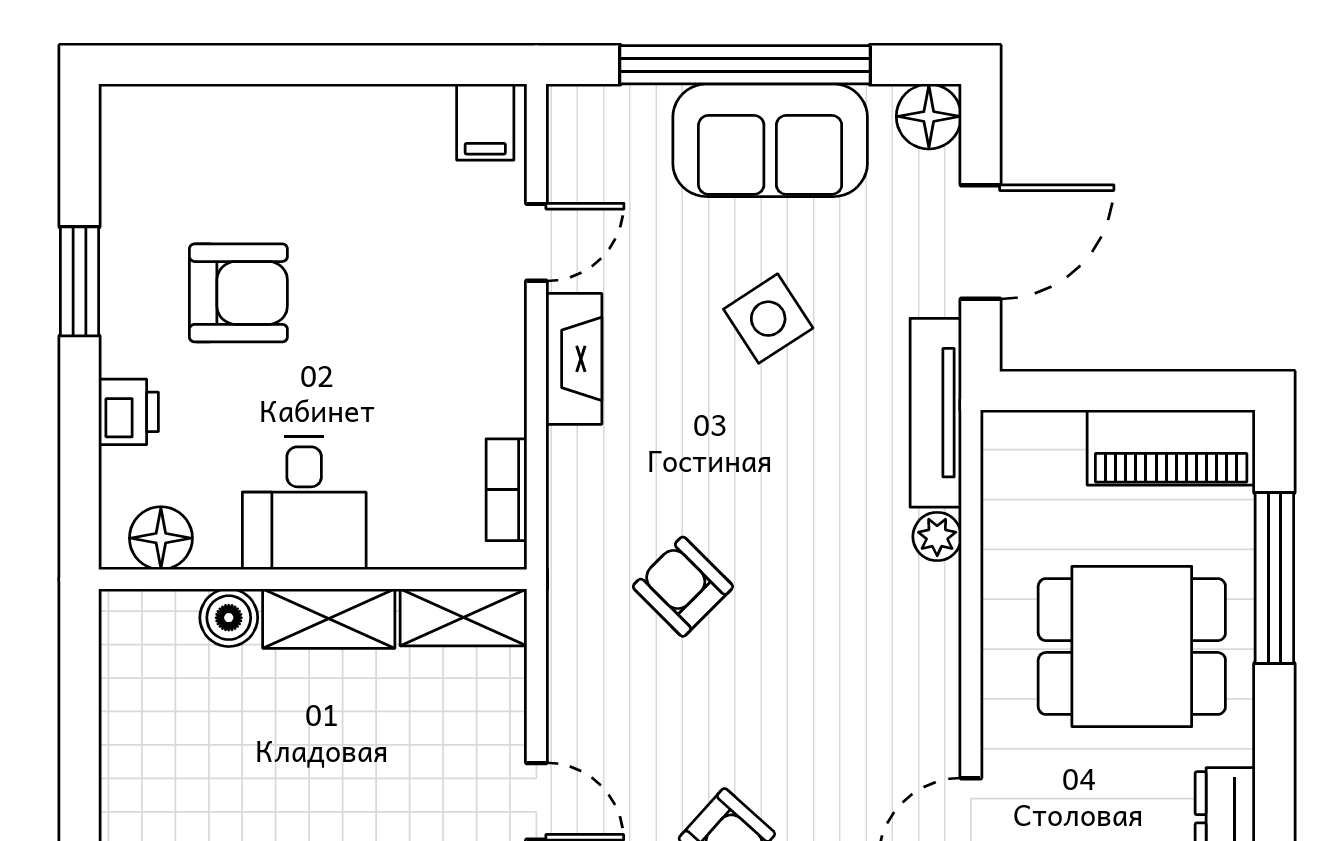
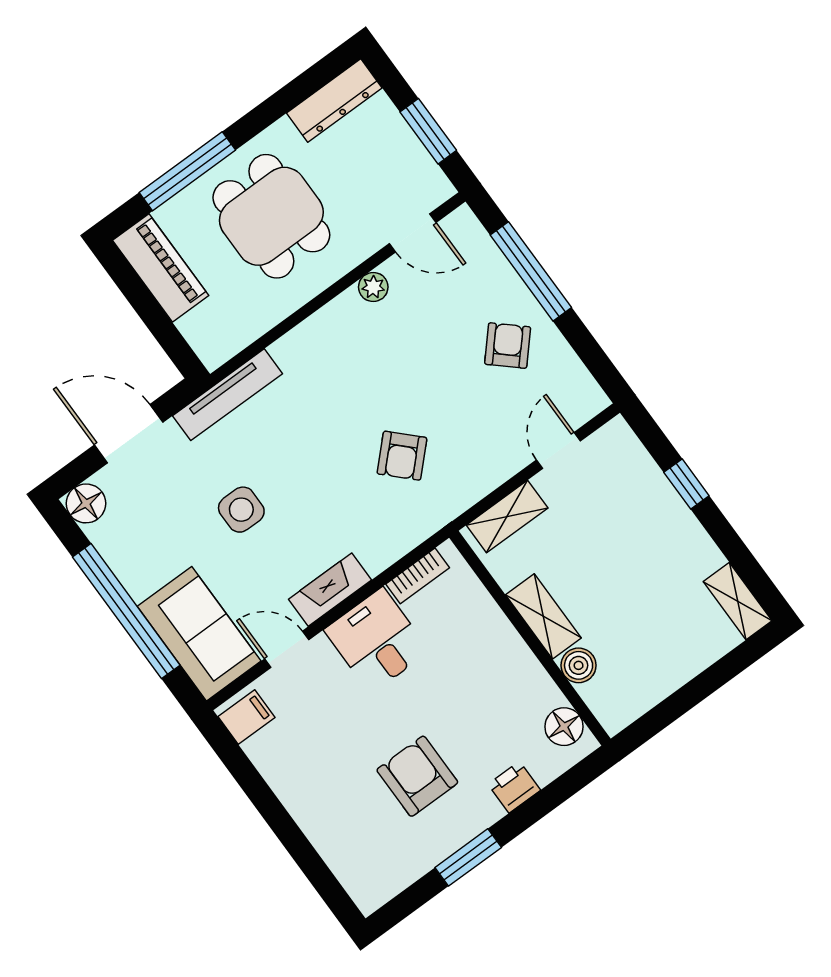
sofa: (770, 140) -> (199, 634), moved
side table: (768, 319) -> (241, 510), turned 33
desk: (304, 503) -> (377, 640), moved, turned -90
plant: (937, 537) -> (373, 287), moved
shelving: (463, 617) -> (507, 516), moved, turned 90

